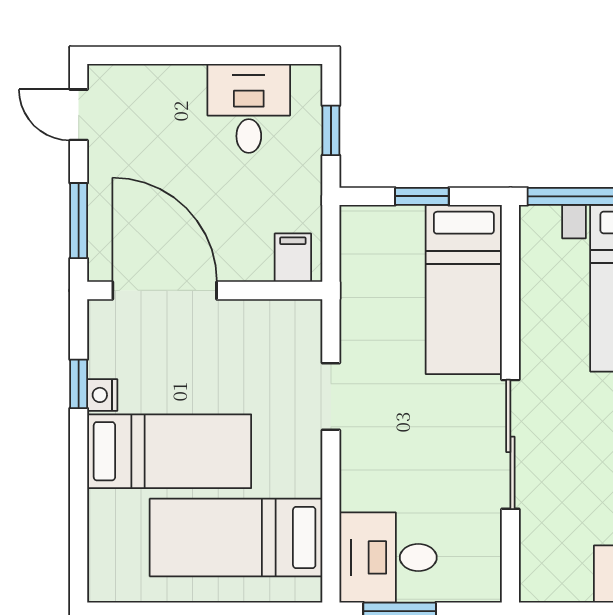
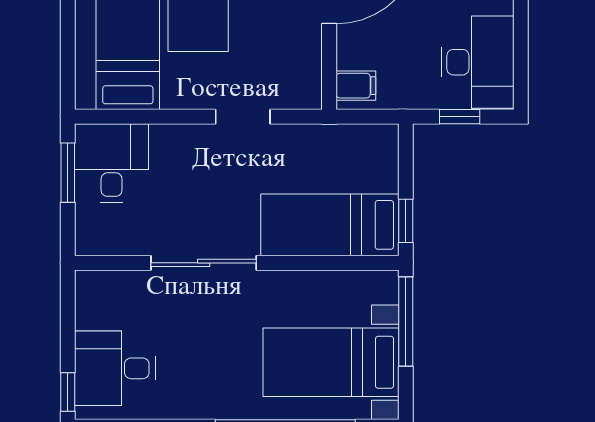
desk: (249, 108) -> (477, 62), width x1.37
window: (422, 196) -> (406, 221), moved

